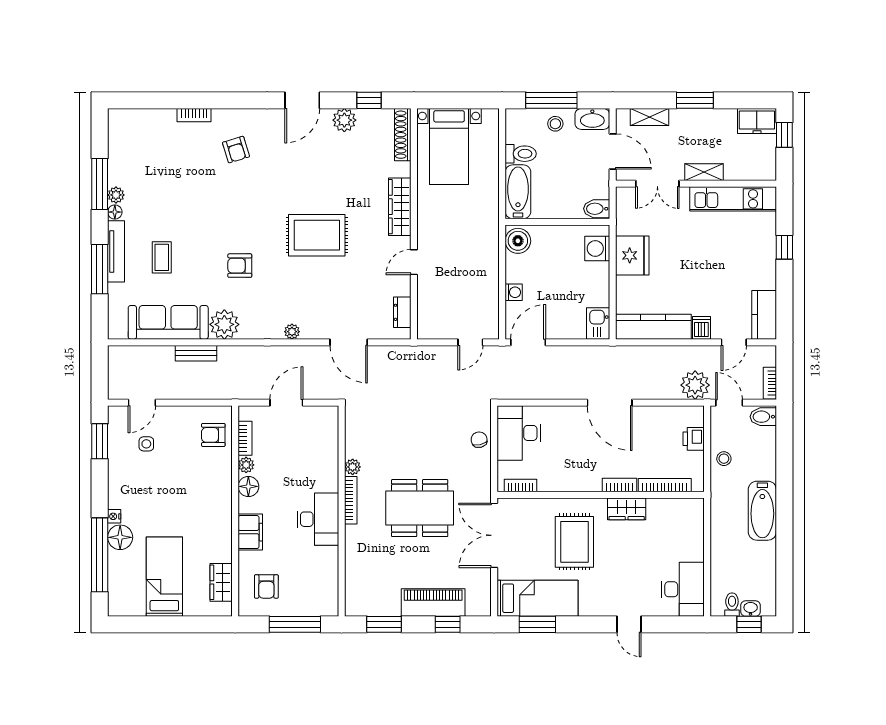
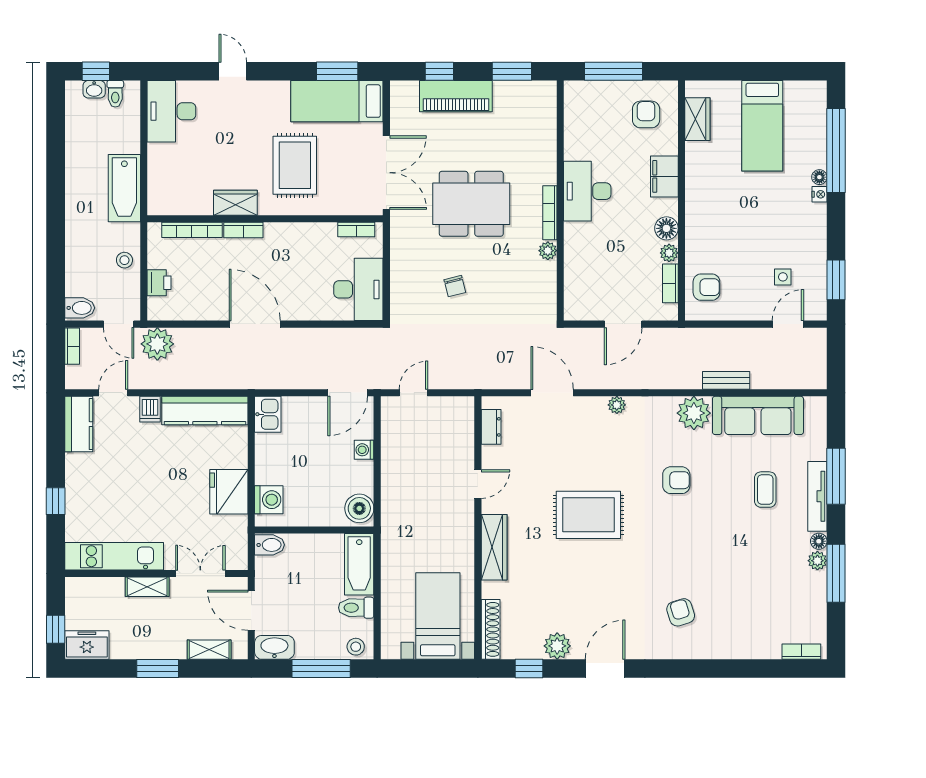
bookcase: (194, 115) -> (801, 652), moved
stool: (555, 124) -> (356, 647), moved
chair: (479, 440) -> (455, 286), moved
bathtub: (762, 511) -> (124, 188), moved, turned 180
floor lamp: (120, 537) -> (819, 177), width x0.53, depth x0.53

